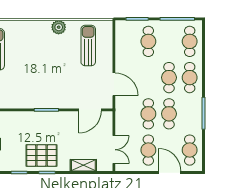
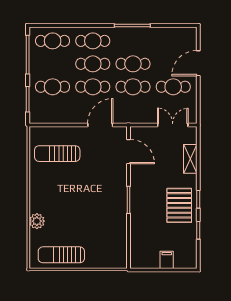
plant: (59, 27) -> (37, 221), moved
cafe table: (190, 150) -> (93, 87), moved

